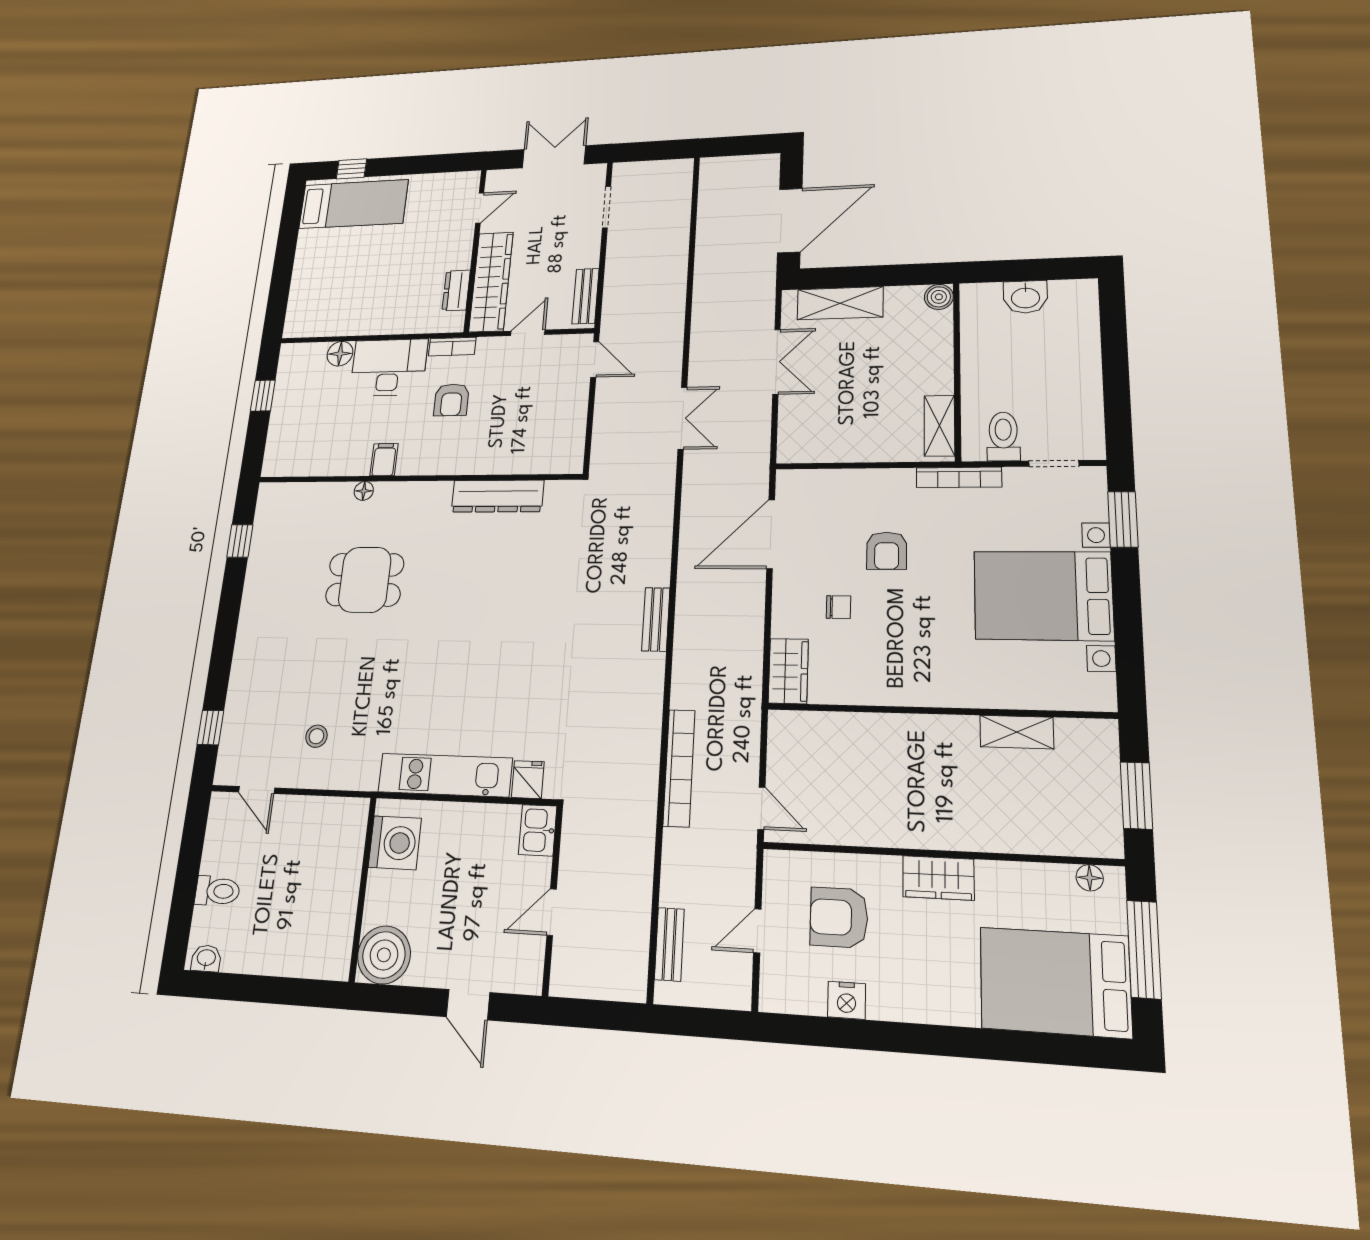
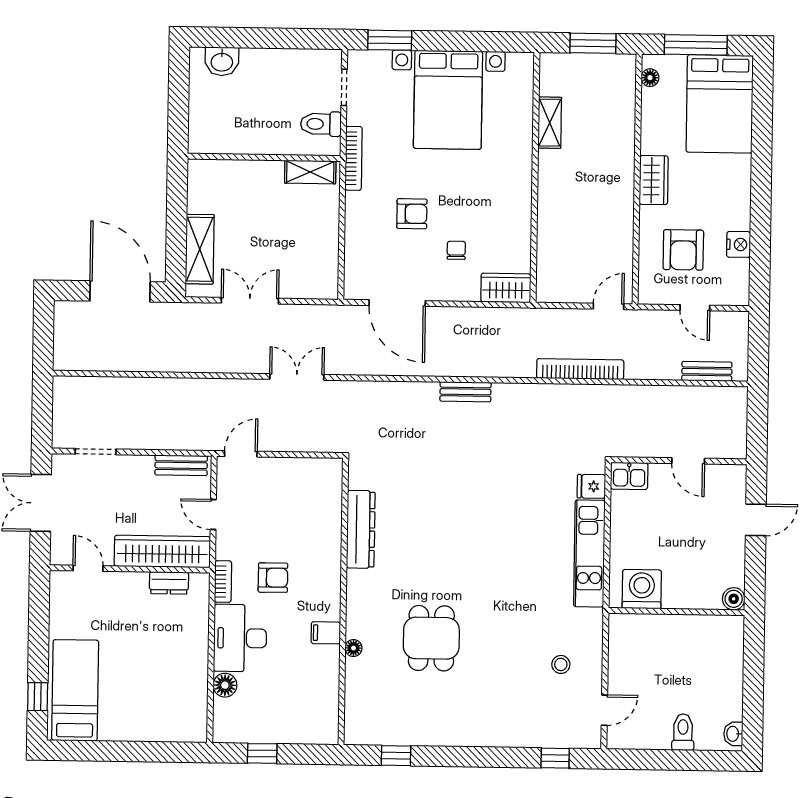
boiler: (939, 297) -> (198, 170), removed
washbasin: (1025, 297) -> (222, 61), moved, turned 90
boiler: (384, 955) -> (734, 599), width x0.54, depth x0.54

